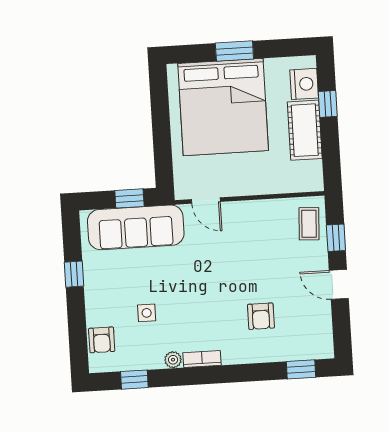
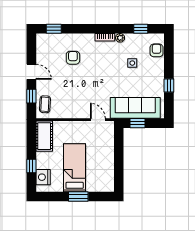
bed: (223, 107) -> (75, 168), width x0.49
cot: (305, 130) -> (44, 136), moved

